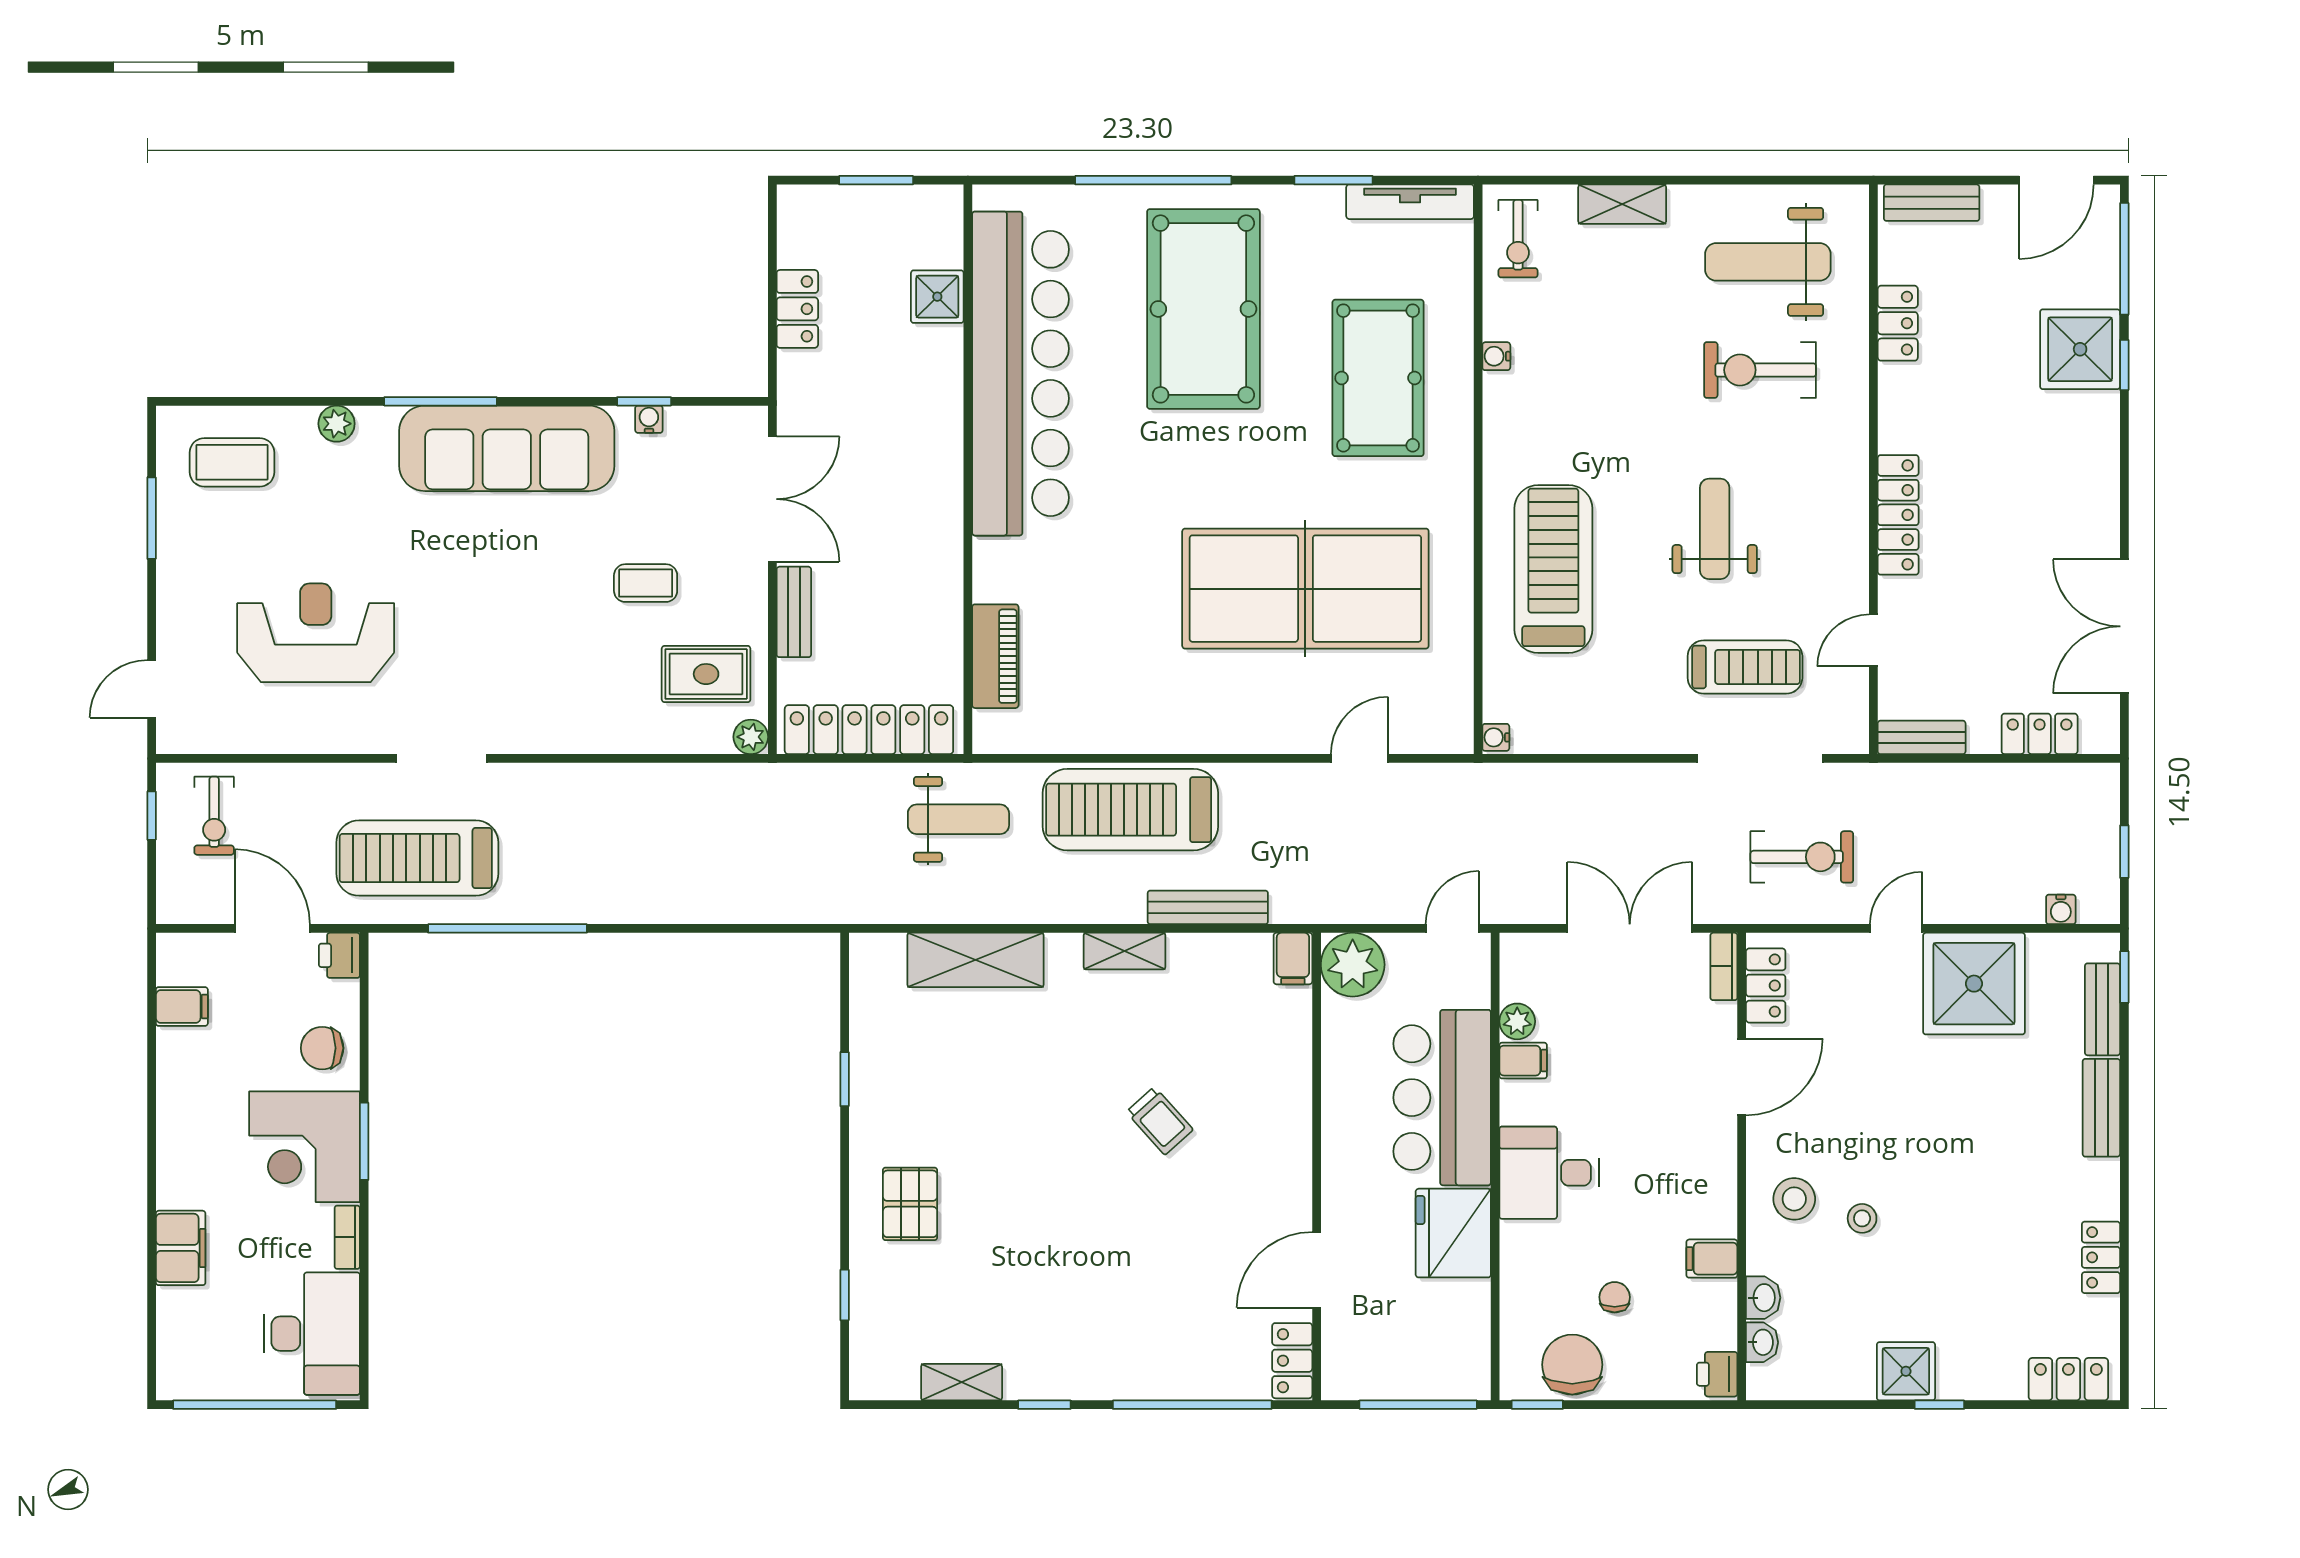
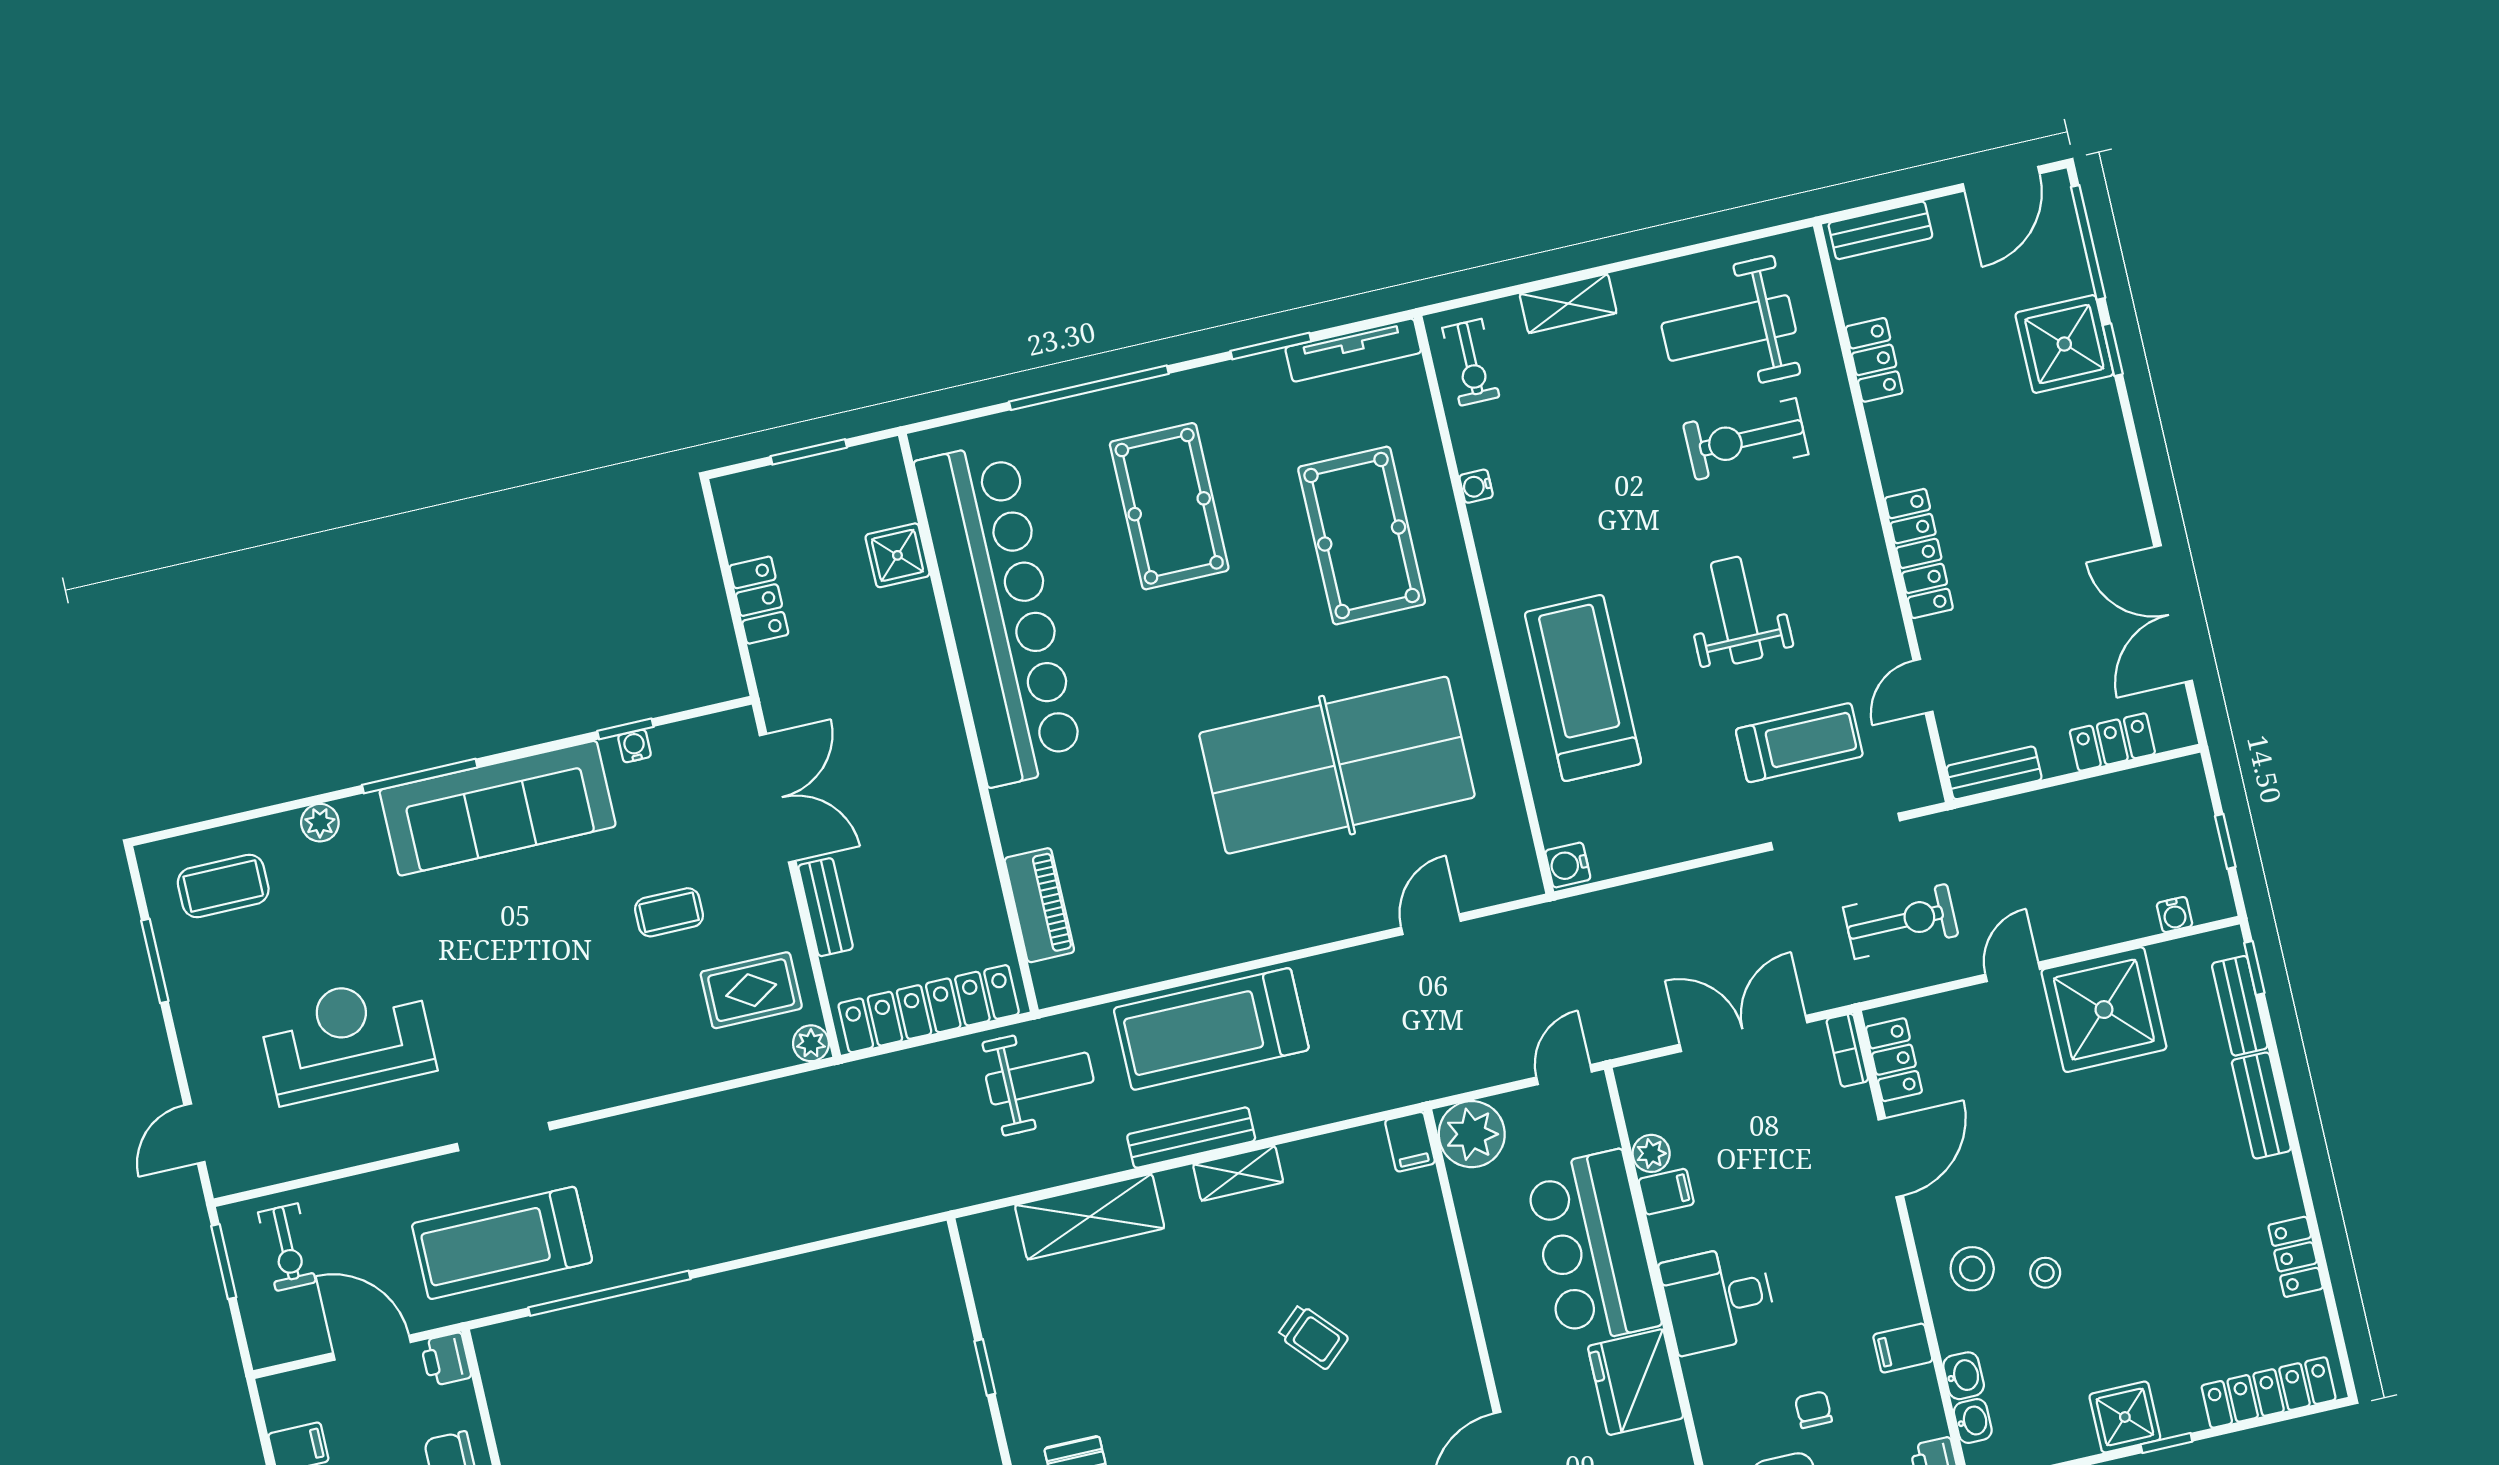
pool table: (1203, 309) -> (1169, 506), width x0.73, depth x0.76
water cooler: (1496, 737) -> (1568, 865), width x1.38, depth x1.38
window: (152, 816) -> (224, 1262), width x1.50
bench: (1208, 907) -> (1191, 1138), moved
locker: (2068, 1379) -> (2269, 1393), width x1.53

